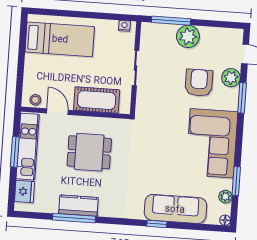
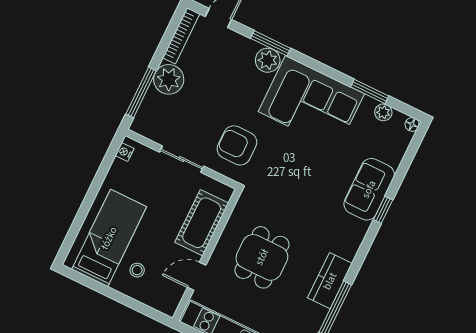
bookcase: (222, 33) -> (181, 36), added
plant: (231, 78) -> (268, 60), moved
armchair: (199, 83) -> (237, 145), moved
stool: (35, 100) -> (137, 270), moved
kitchen counter: (78, 206) -> (330, 281), moved
sofa: (175, 209) -> (369, 189), width x0.73

